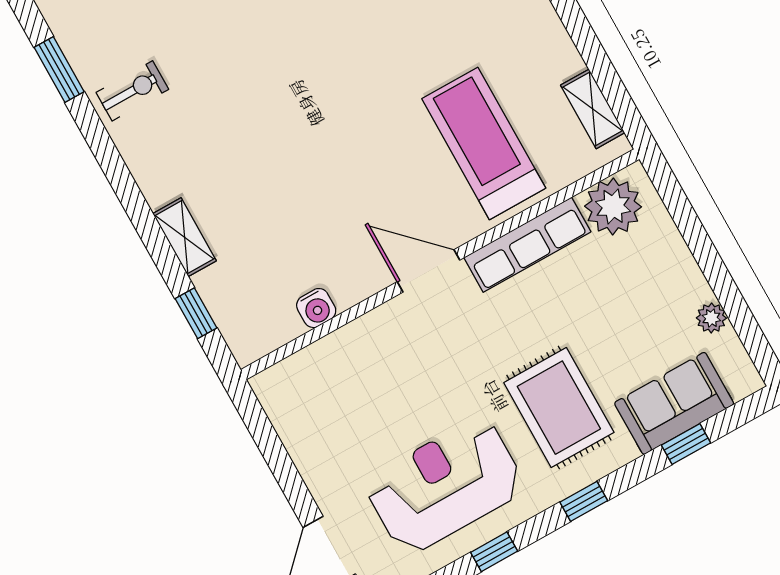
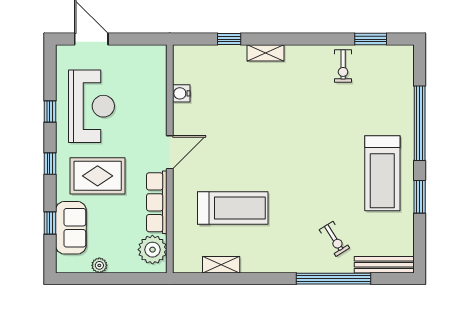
plant: (613, 206) -> (152, 250), moved
row of seats: (527, 245) -> (157, 202), moved
wall: (440, 264) -> (170, 159), moved
door: (429, 271) -> (170, 152), moved
water cooler: (316, 308) -> (181, 93), moved

